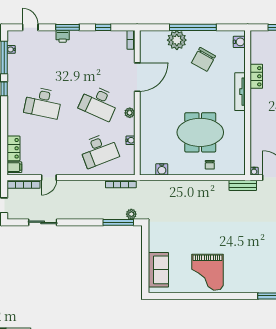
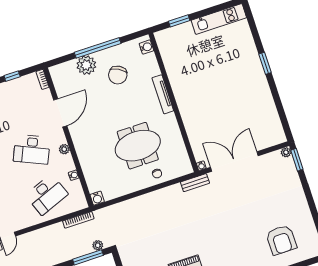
locker: (256, 76) -> (173, 75), removed
water cooler: (162, 169) -> (97, 198), moved

